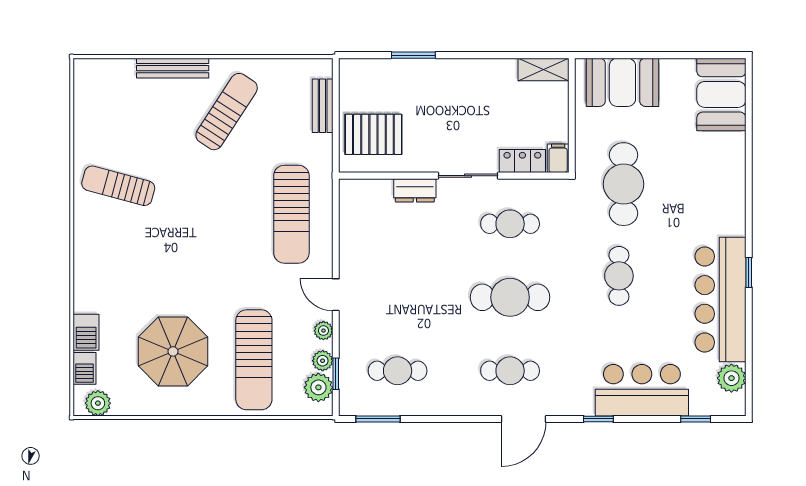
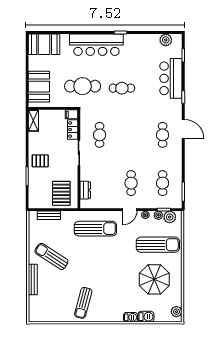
pallet: (449, 85) -> (40, 161), added
dresser: (415, 190) -> (85, 190), moved
cafe table: (510, 297) -> (131, 183), moved, width x0.73, depth x0.74
bar counter: (720, 299) -> (96, 45), moved
barbecue: (85, 368) -> (131, 317), moved

